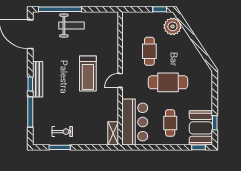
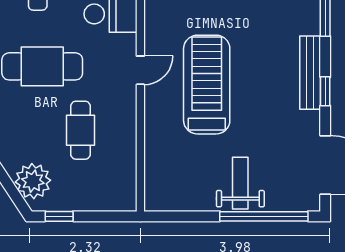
weight bench: (72, 25) -> (240, 183), turned 90
treadmill: (88, 73) -> (207, 85), width x1.37, depth x1.38
window: (30, 84) -> (325, 91), moved

